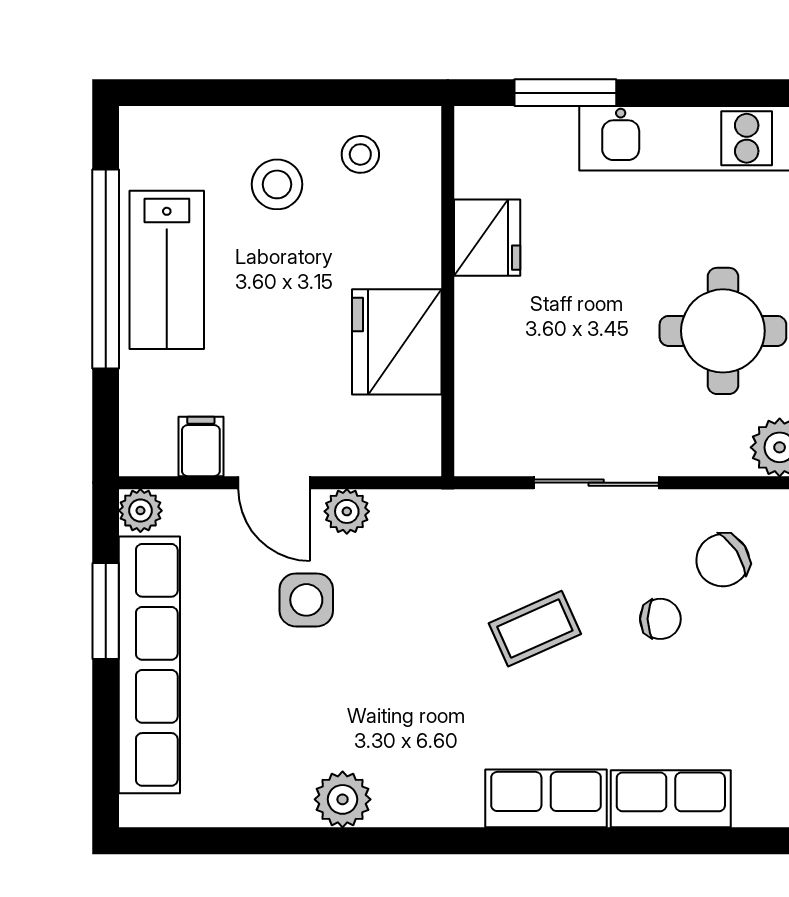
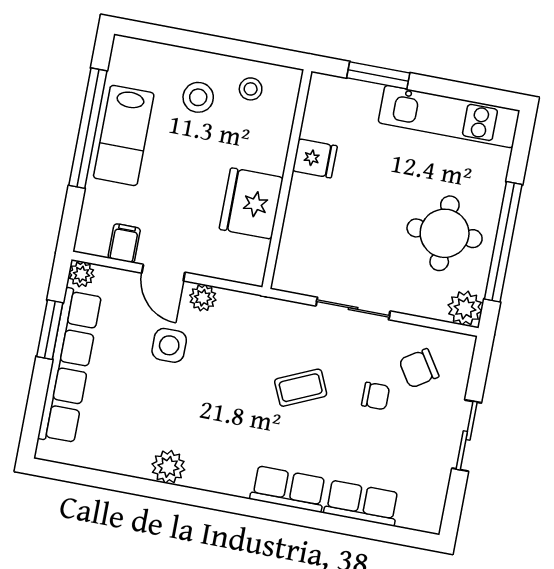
fridge: (487, 238) -> (315, 158), width x0.72

